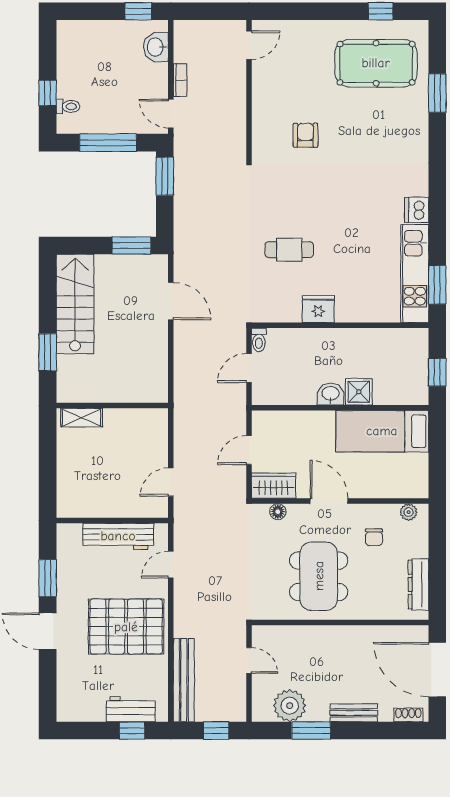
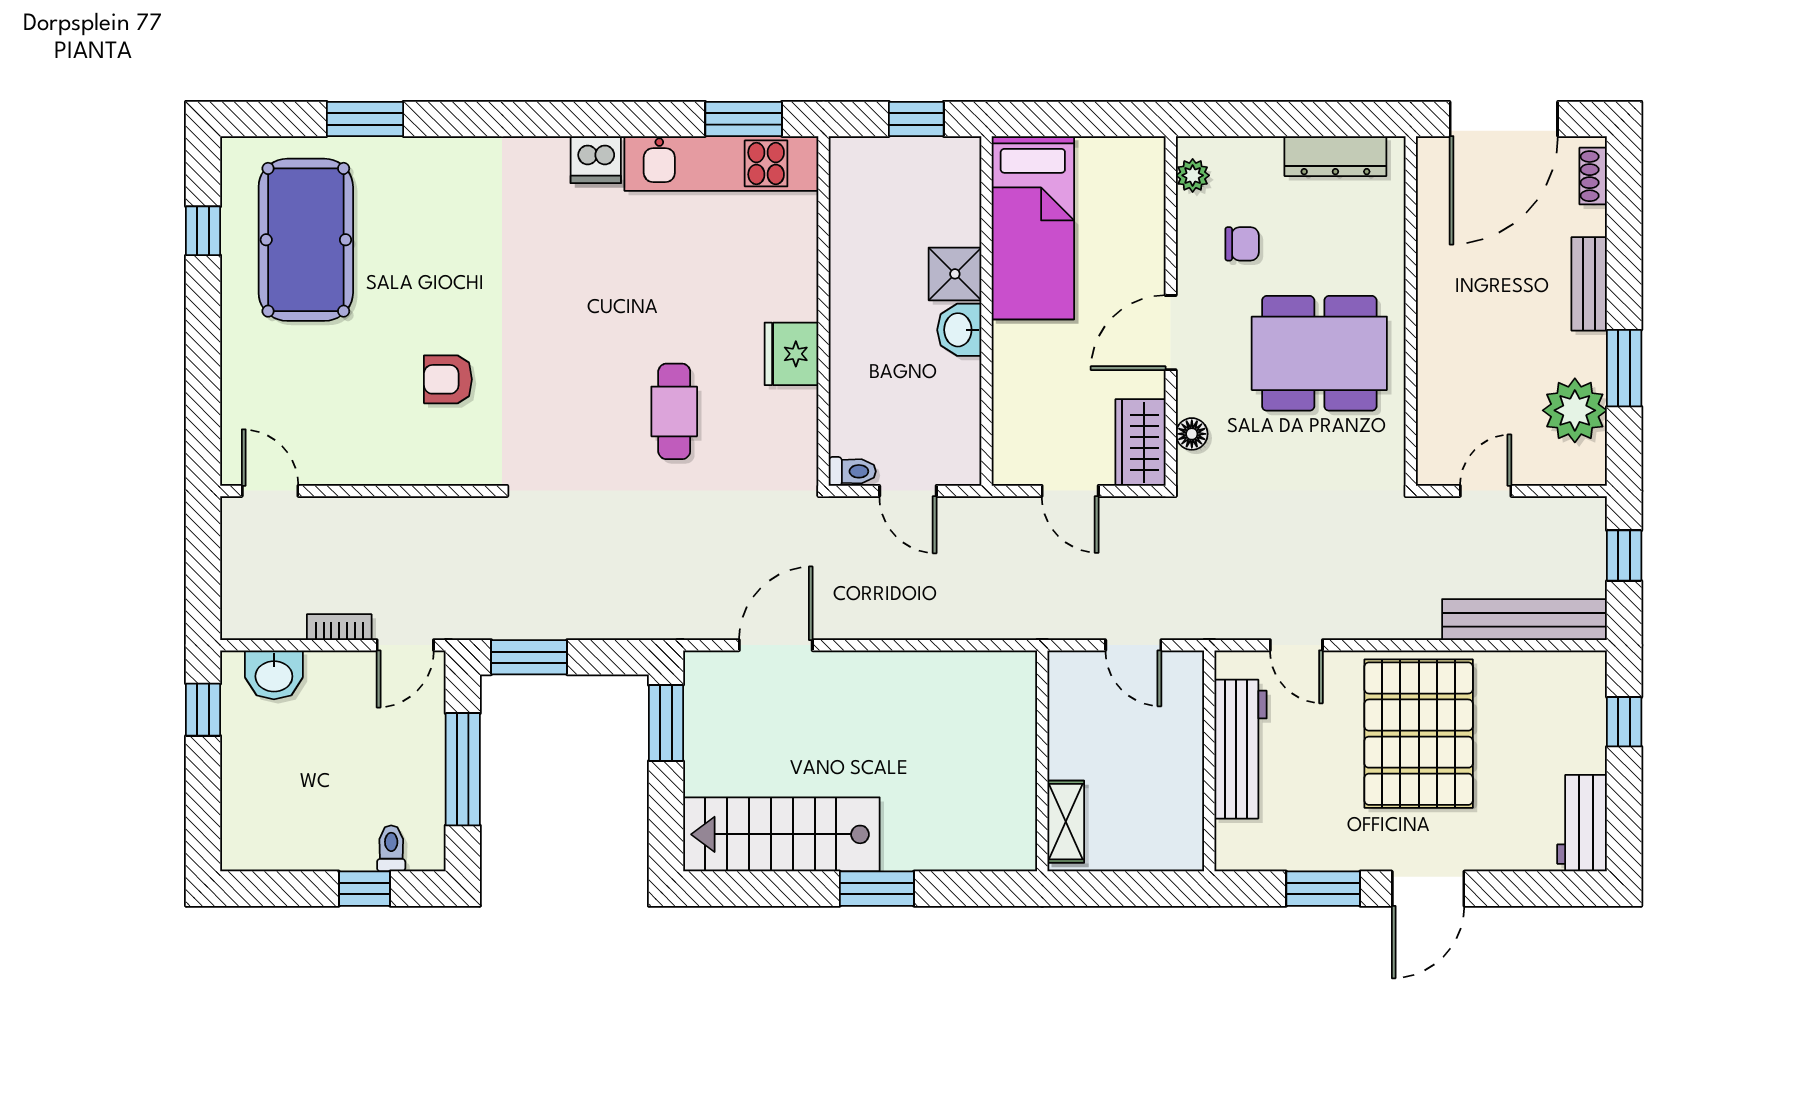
wall: (112, 406) -> (1042, 761), moved
shelving: (82, 418) -> (1066, 822), moved
workbench: (131, 709) -> (1582, 823), moved

